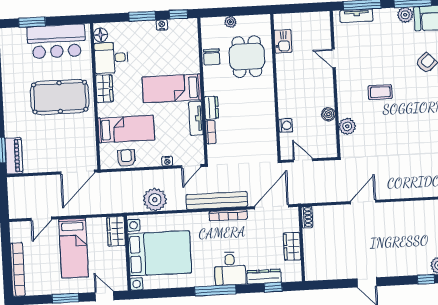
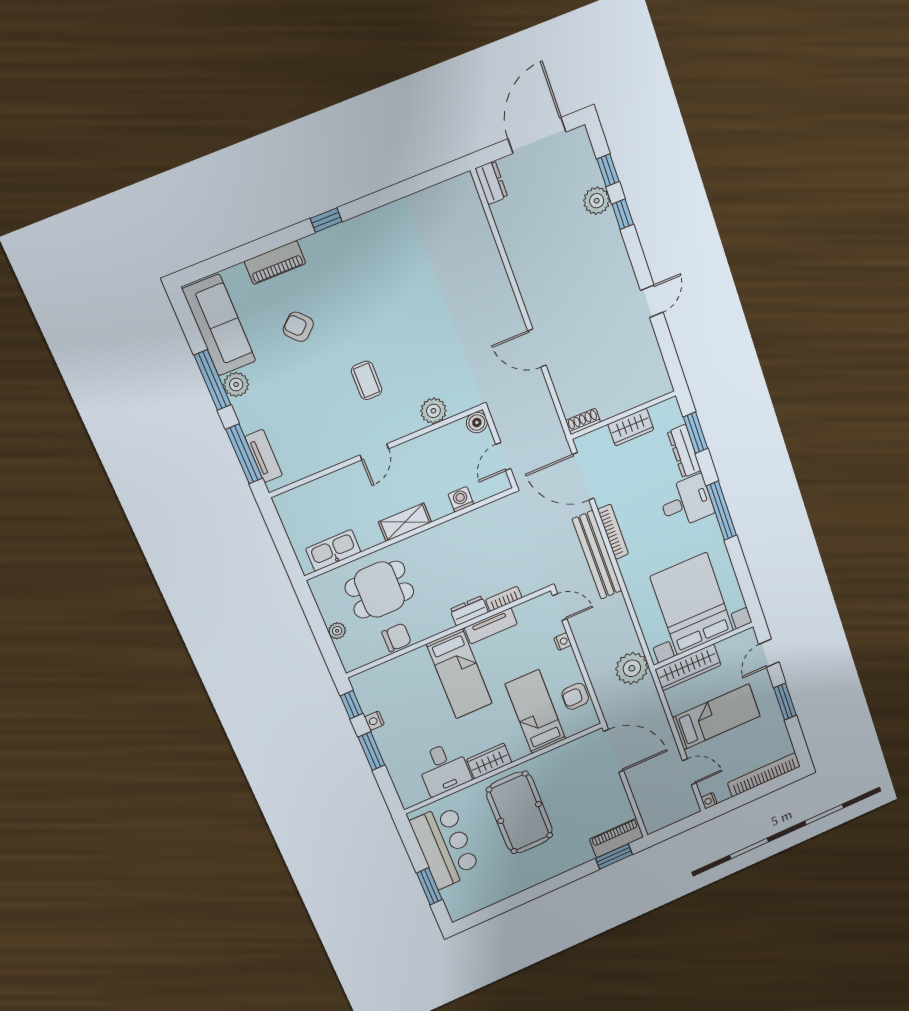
floor lamp: (100, 35) -> (417, 795), removed
kitchen sink: (283, 41) -> (333, 550), width x1.38
door: (334, 59) -> (374, 452), moved
shelving: (284, 86) -> (405, 522), added
boiler: (328, 114) -> (477, 423), moved
plant: (155, 200) -> (632, 668), moved
nightstand: (14, 226) -> (709, 801), added
wardrobe: (116, 231) -> (688, 667), width x1.50
window: (273, 287) -> (696, 433), width x1.50

